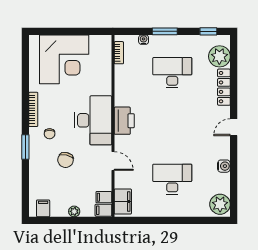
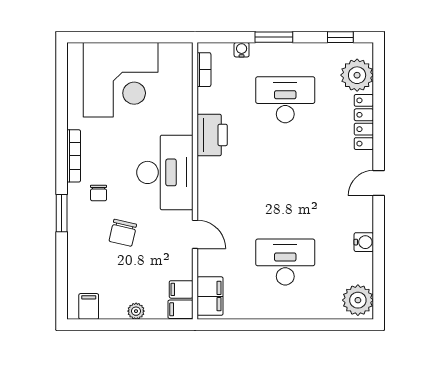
printer: (124, 121) -> (212, 135), moved

